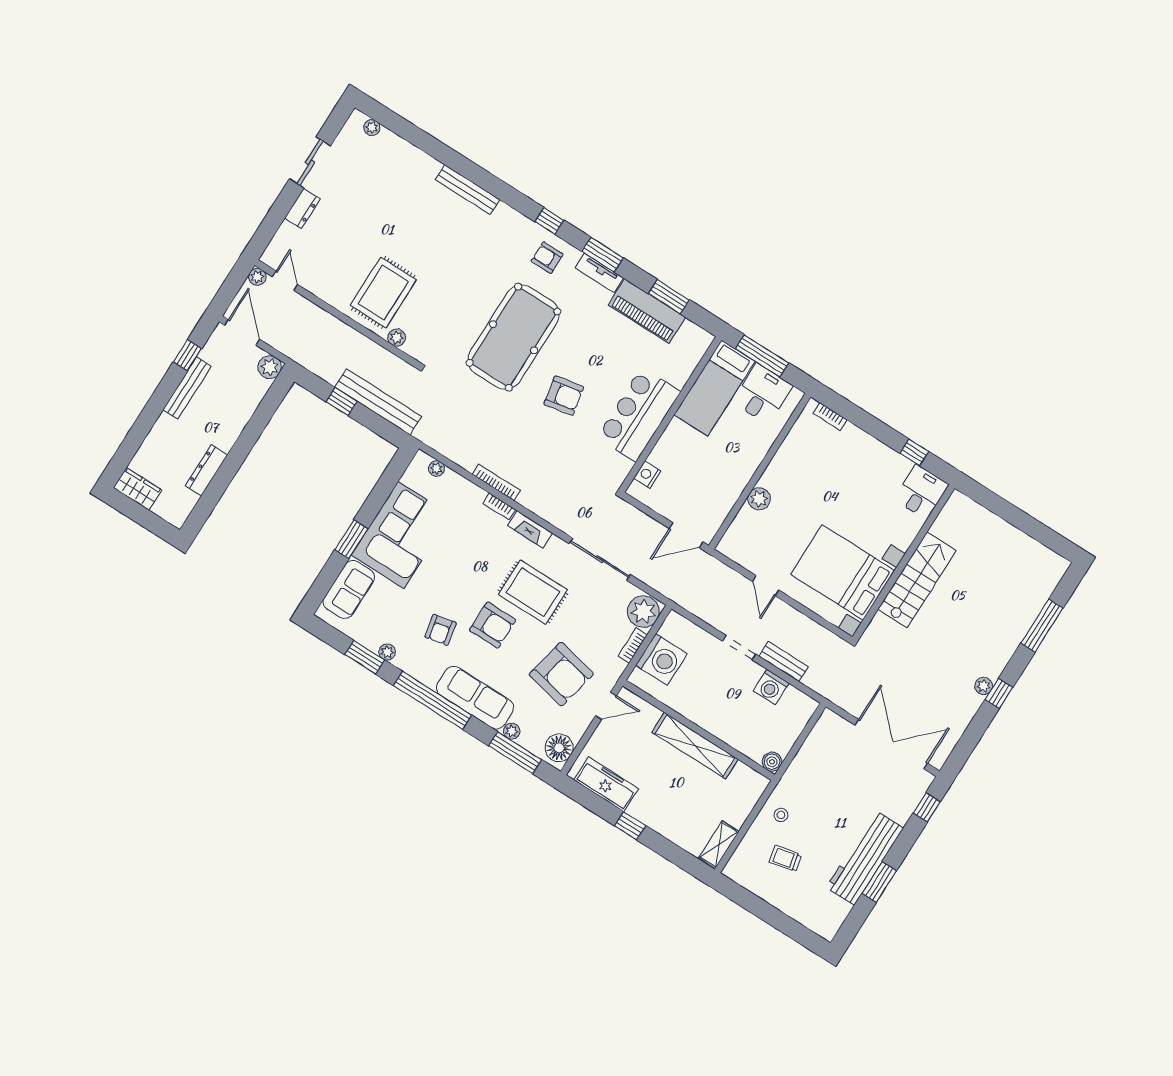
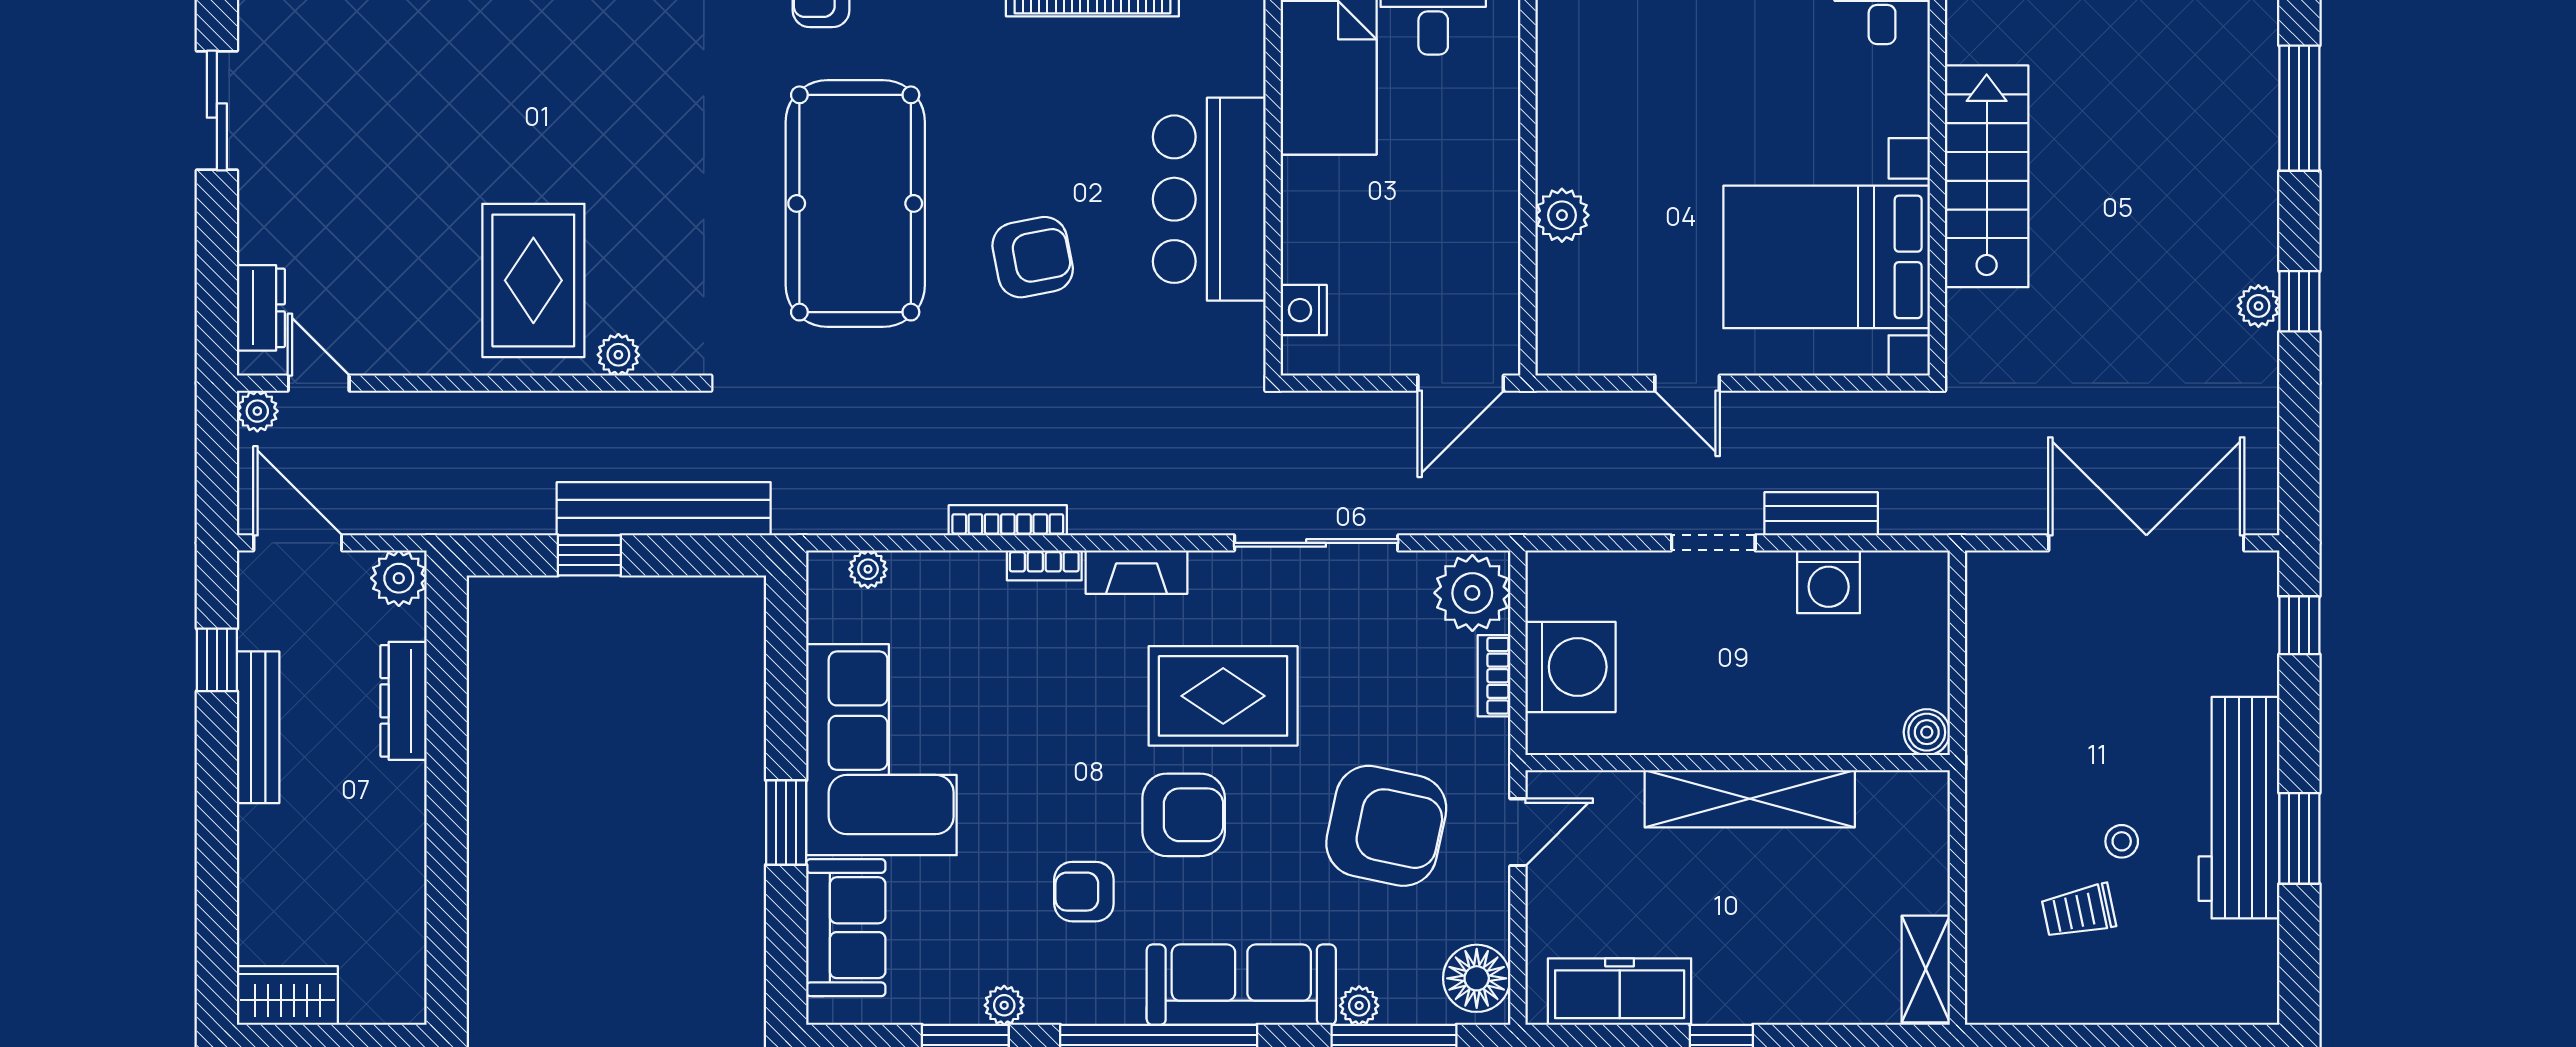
dresser: (302, 209) -> (261, 308), moved
dresser: (207, 470) -> (404, 701), moved
armchair: (440, 630) -> (1084, 892), turned 102
stool: (781, 815) -> (2122, 841), moved

